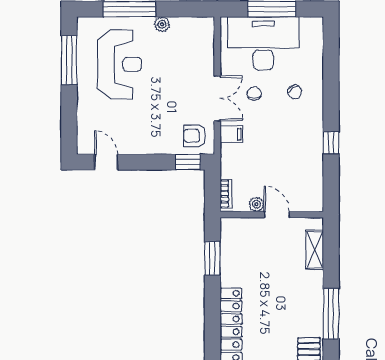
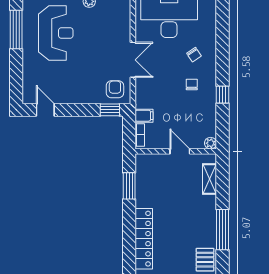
chair: (254, 94) -> (192, 84), moved
filing cabinet: (231, 134) -> (144, 116), moved
armchair: (195, 136) -> (115, 89), turned 90
plant: (256, 204) -> (211, 143), moved

